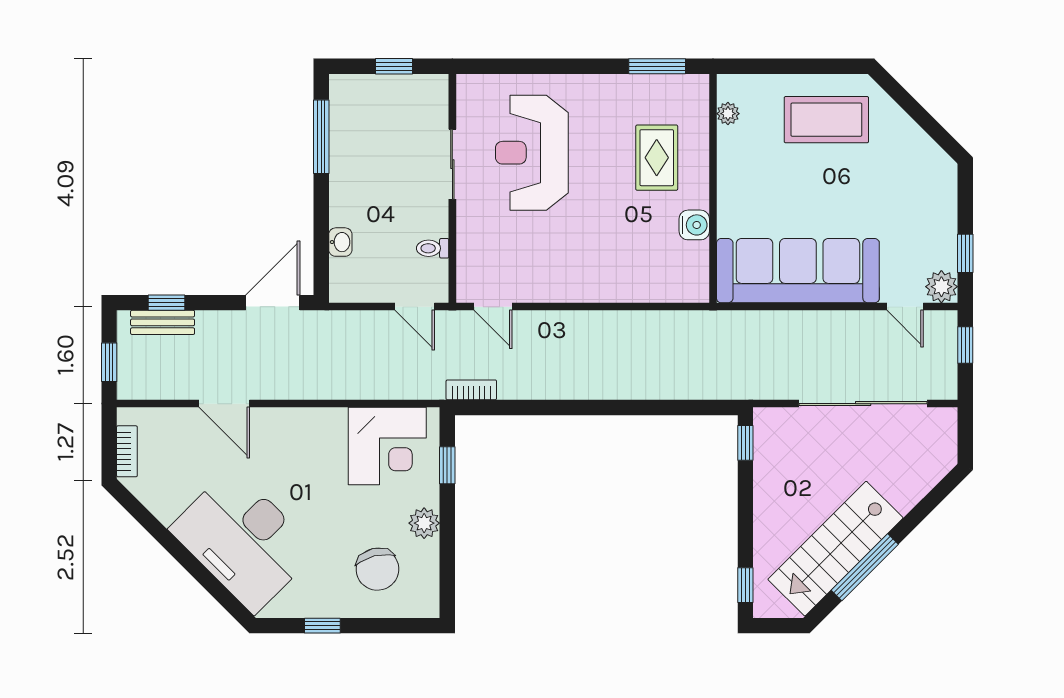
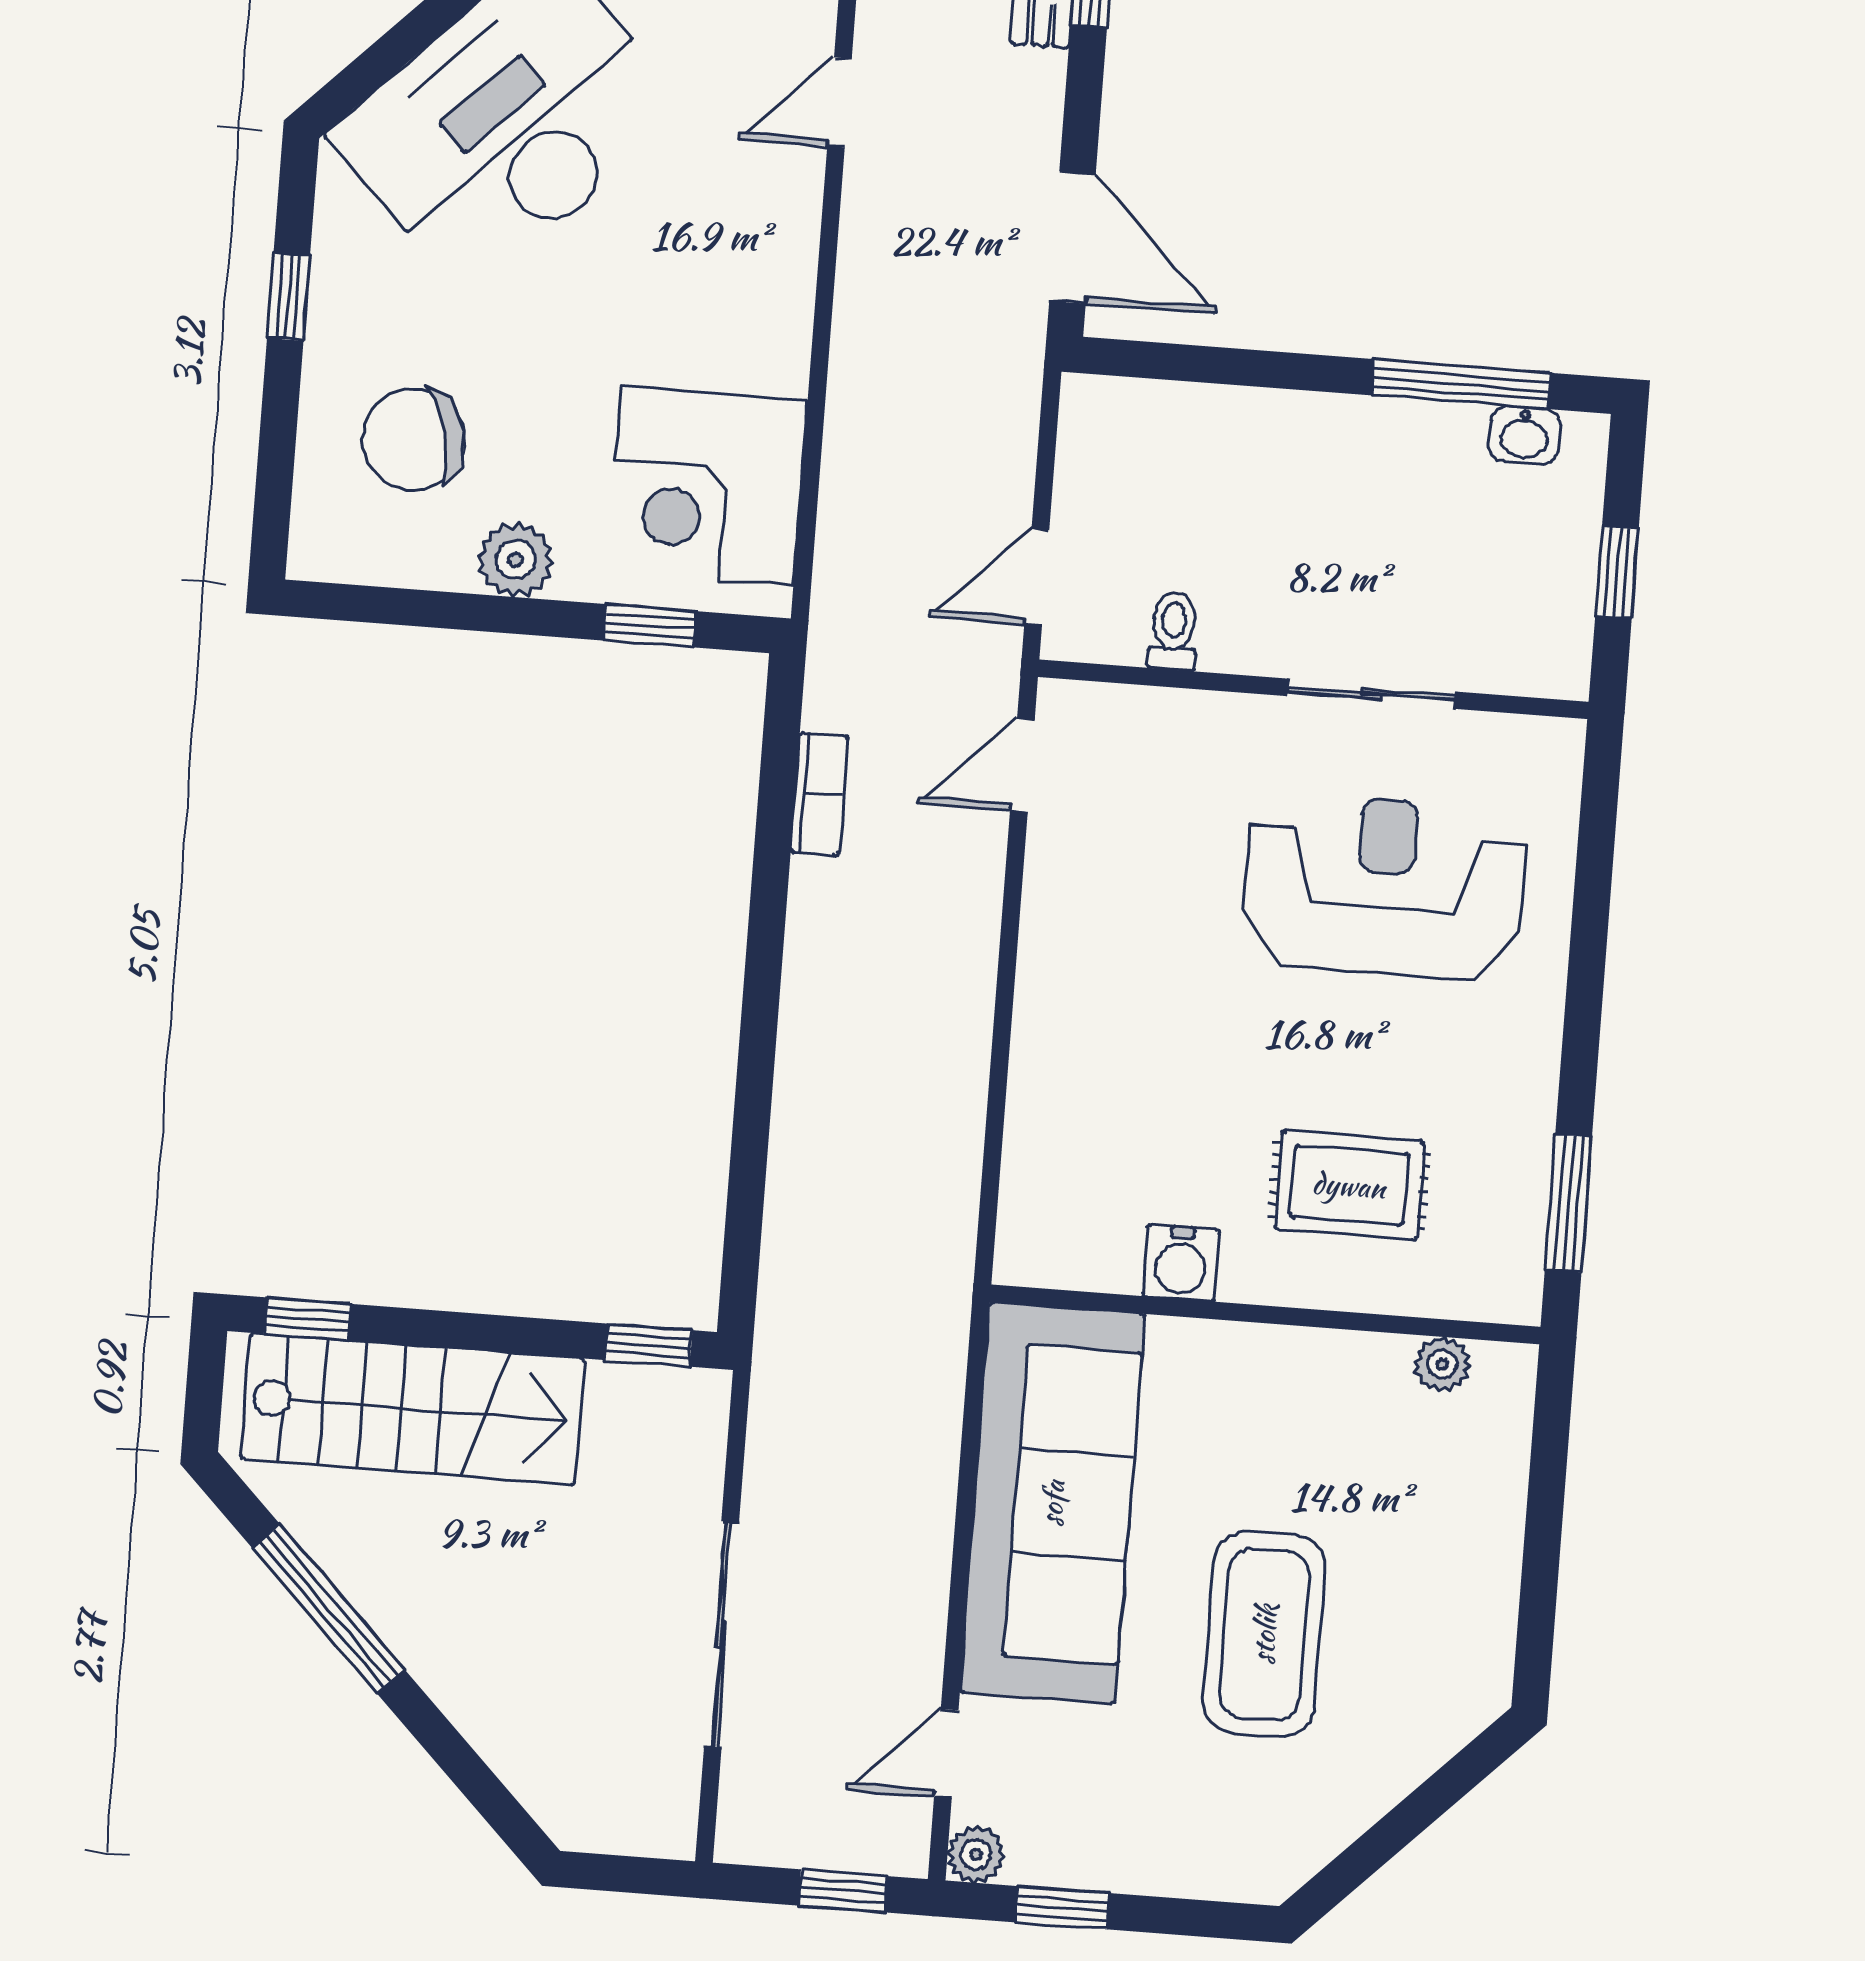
coffee table: (826, 120) -> (1264, 1634), moved
washbasin: (340, 242) -> (1524, 435), moved
plant: (941, 287) -> (976, 1854), width x0.73, depth x0.73
bookcase: (471, 390) -> (819, 794), moved
door: (224, 404) -> (839, 102), width x0.73
sliding door: (863, 404) -> (721, 1635), width x0.73
stairs: (835, 549) -> (412, 1409), moved, turned 135

